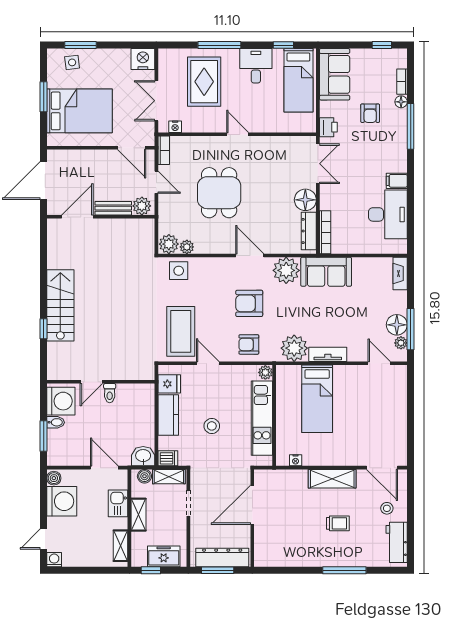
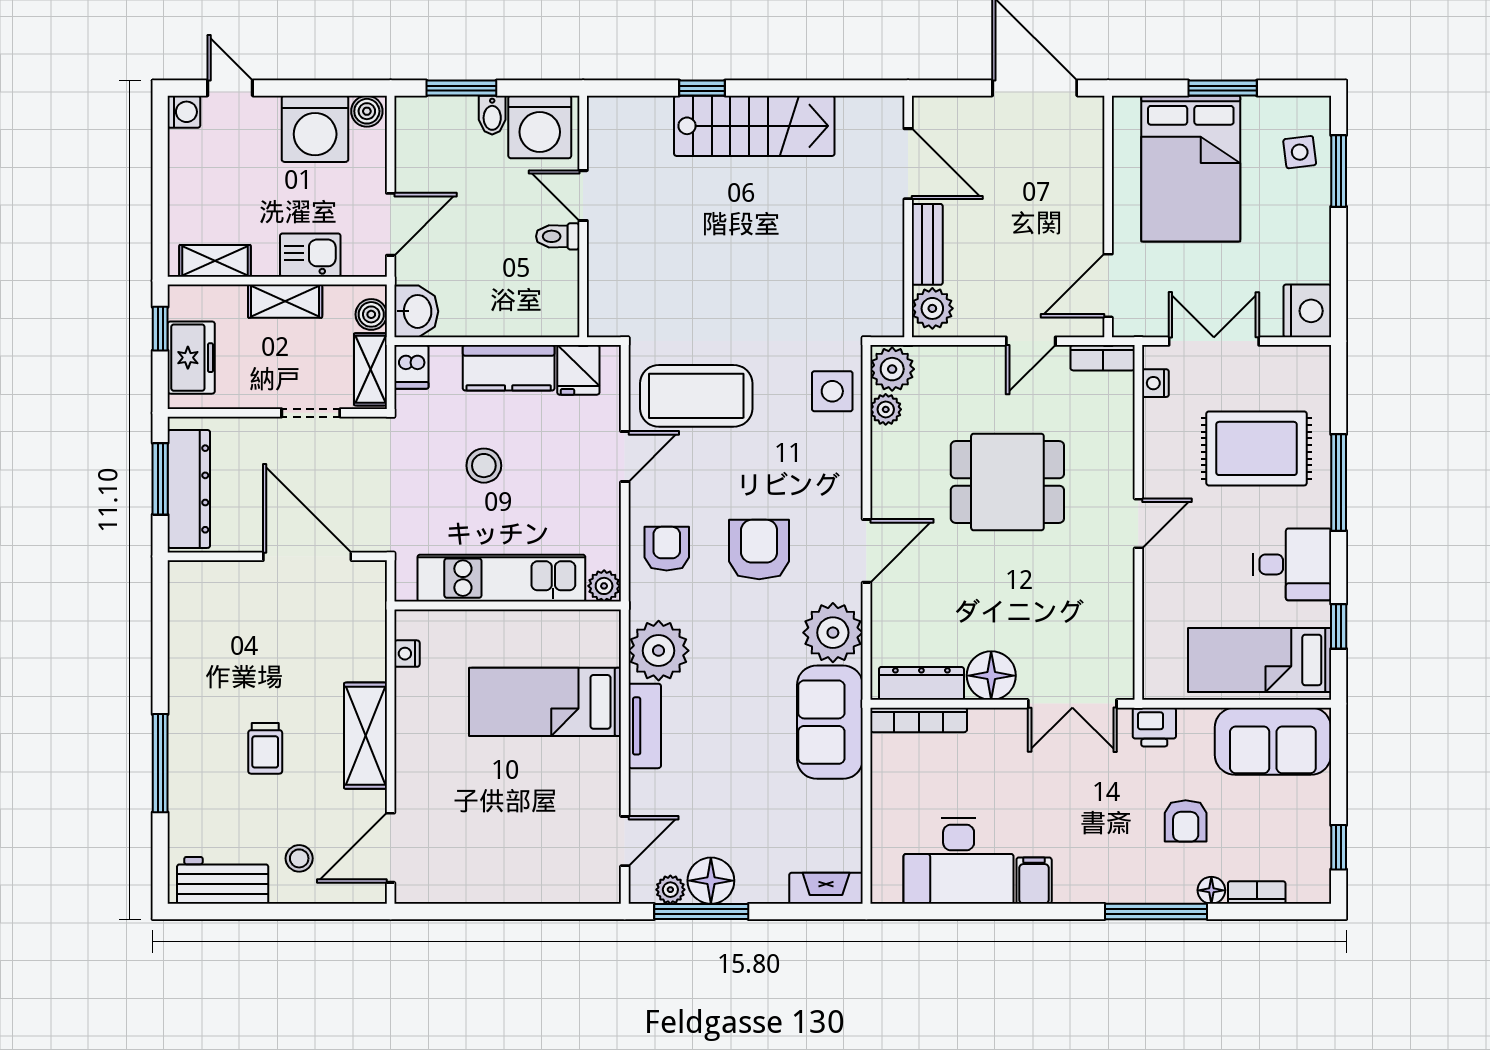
armchair: (370, 113) -> (1186, 821), turned -90
plant: (142, 206) -> (932, 308), moved
bench: (113, 208) -> (927, 244), moved
door: (77, 217) -> (908, 164), moved
wall: (101, 217) -> (908, 216), moved

